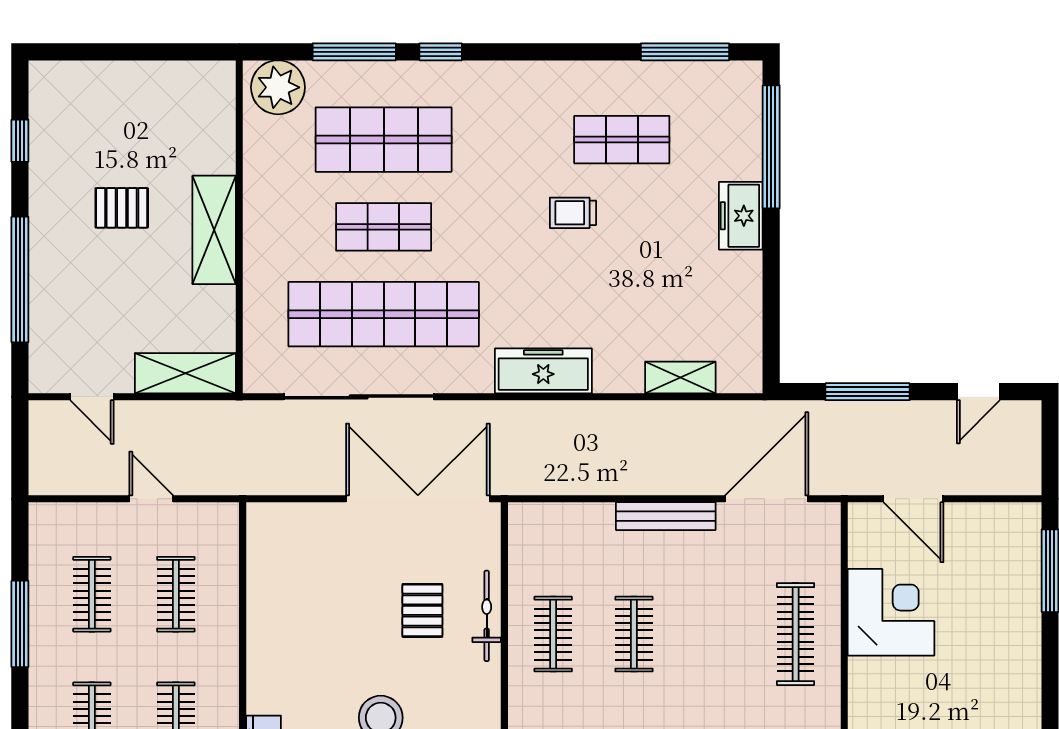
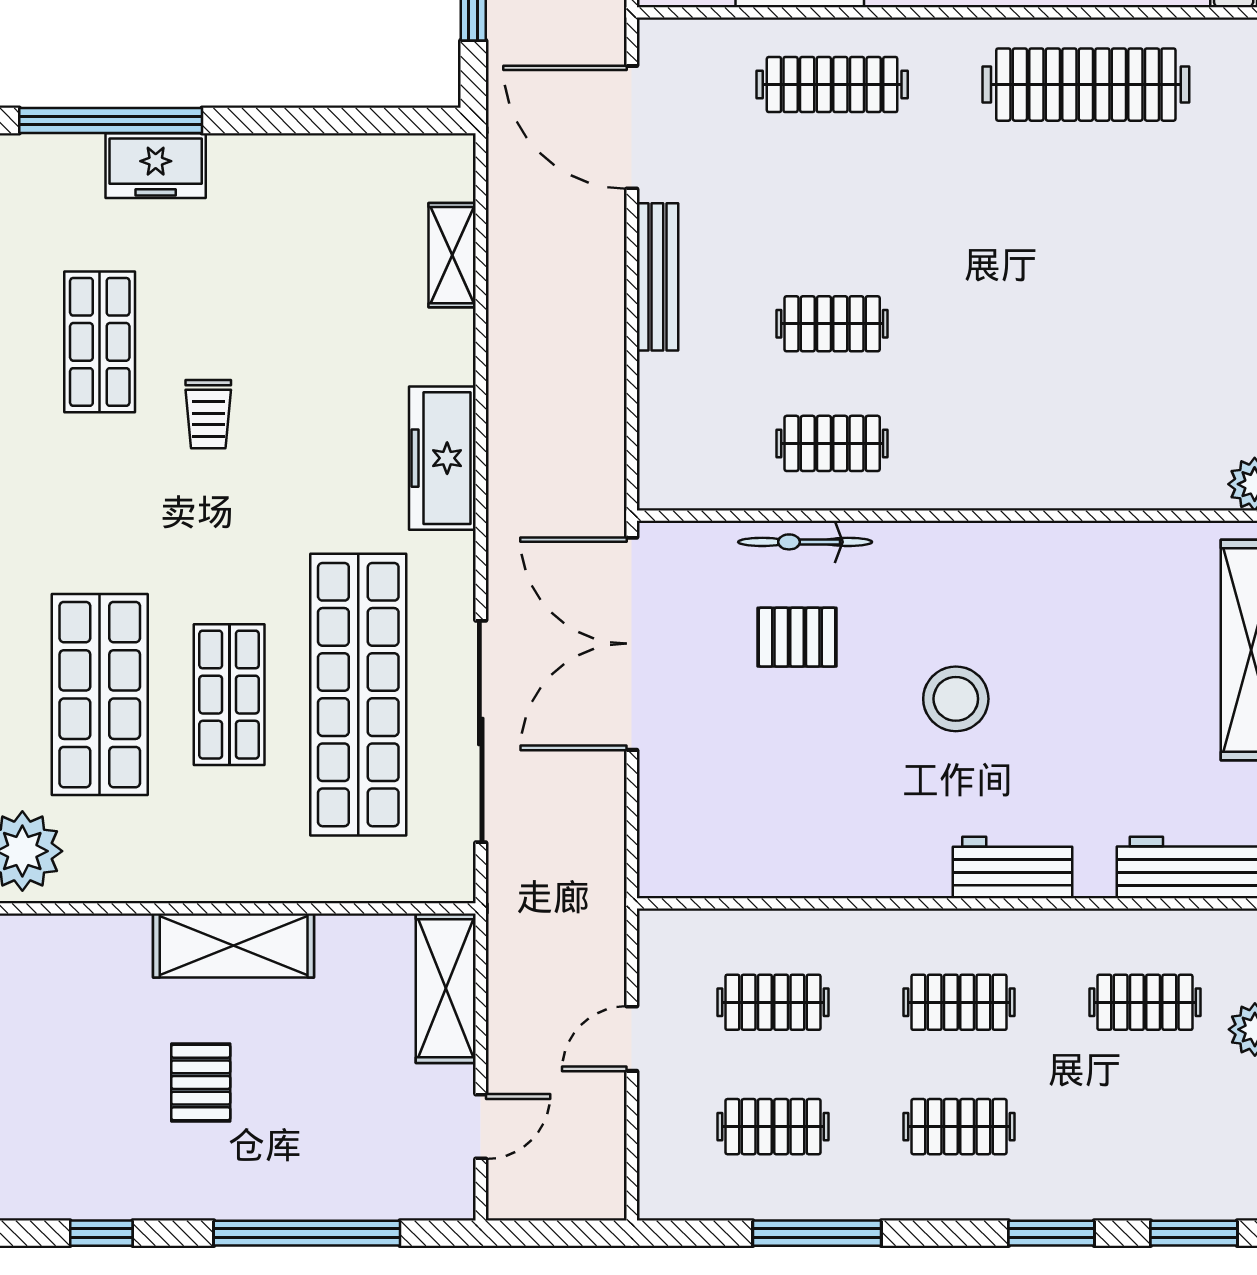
freezer: (741, 216) -> (156, 166), moved

